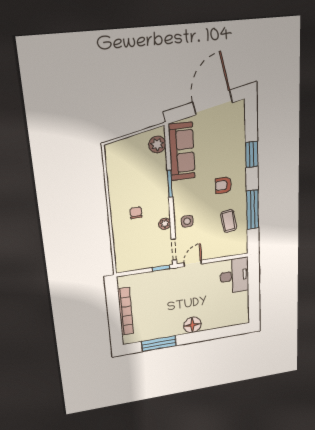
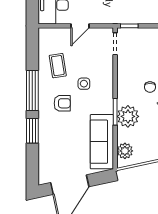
window: (253, 210) -> (32, 91), moved
side table: (187, 221) -> (84, 84), moved
plant: (165, 224) -> (128, 116), moved, width x1.87, depth x1.87
door: (193, 263) -> (80, 26), moved

